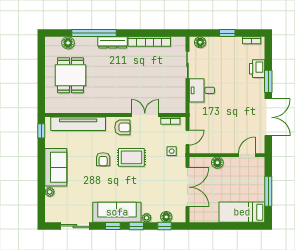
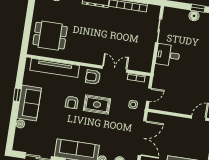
floor lamp: (200, 42) -> (194, 16), moved
dining table: (70, 75) -> (50, 36), moved, turned 90
armchair: (122, 127) -> (93, 77), turned 180
window: (41, 131) -> (17, 95), moved
floor lamp: (217, 163) -> (172, 121), removed

